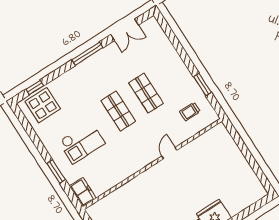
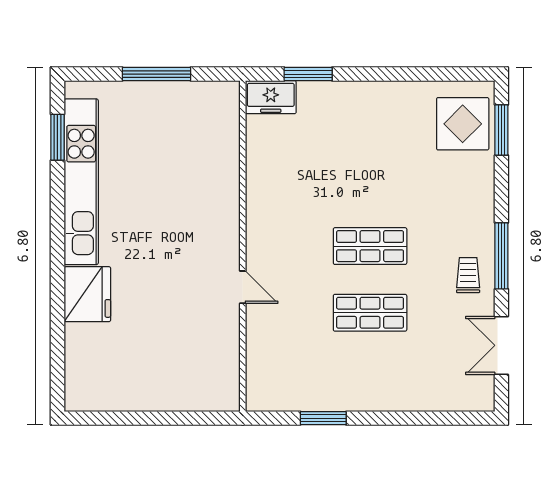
window: (35, 87) -> (501, 130), width x1.50
trolley: (190, 112) -> (468, 275), moved
checkout: (82, 142) -> (356, 149), removed
window: (56, 171) -> (308, 74), moved

